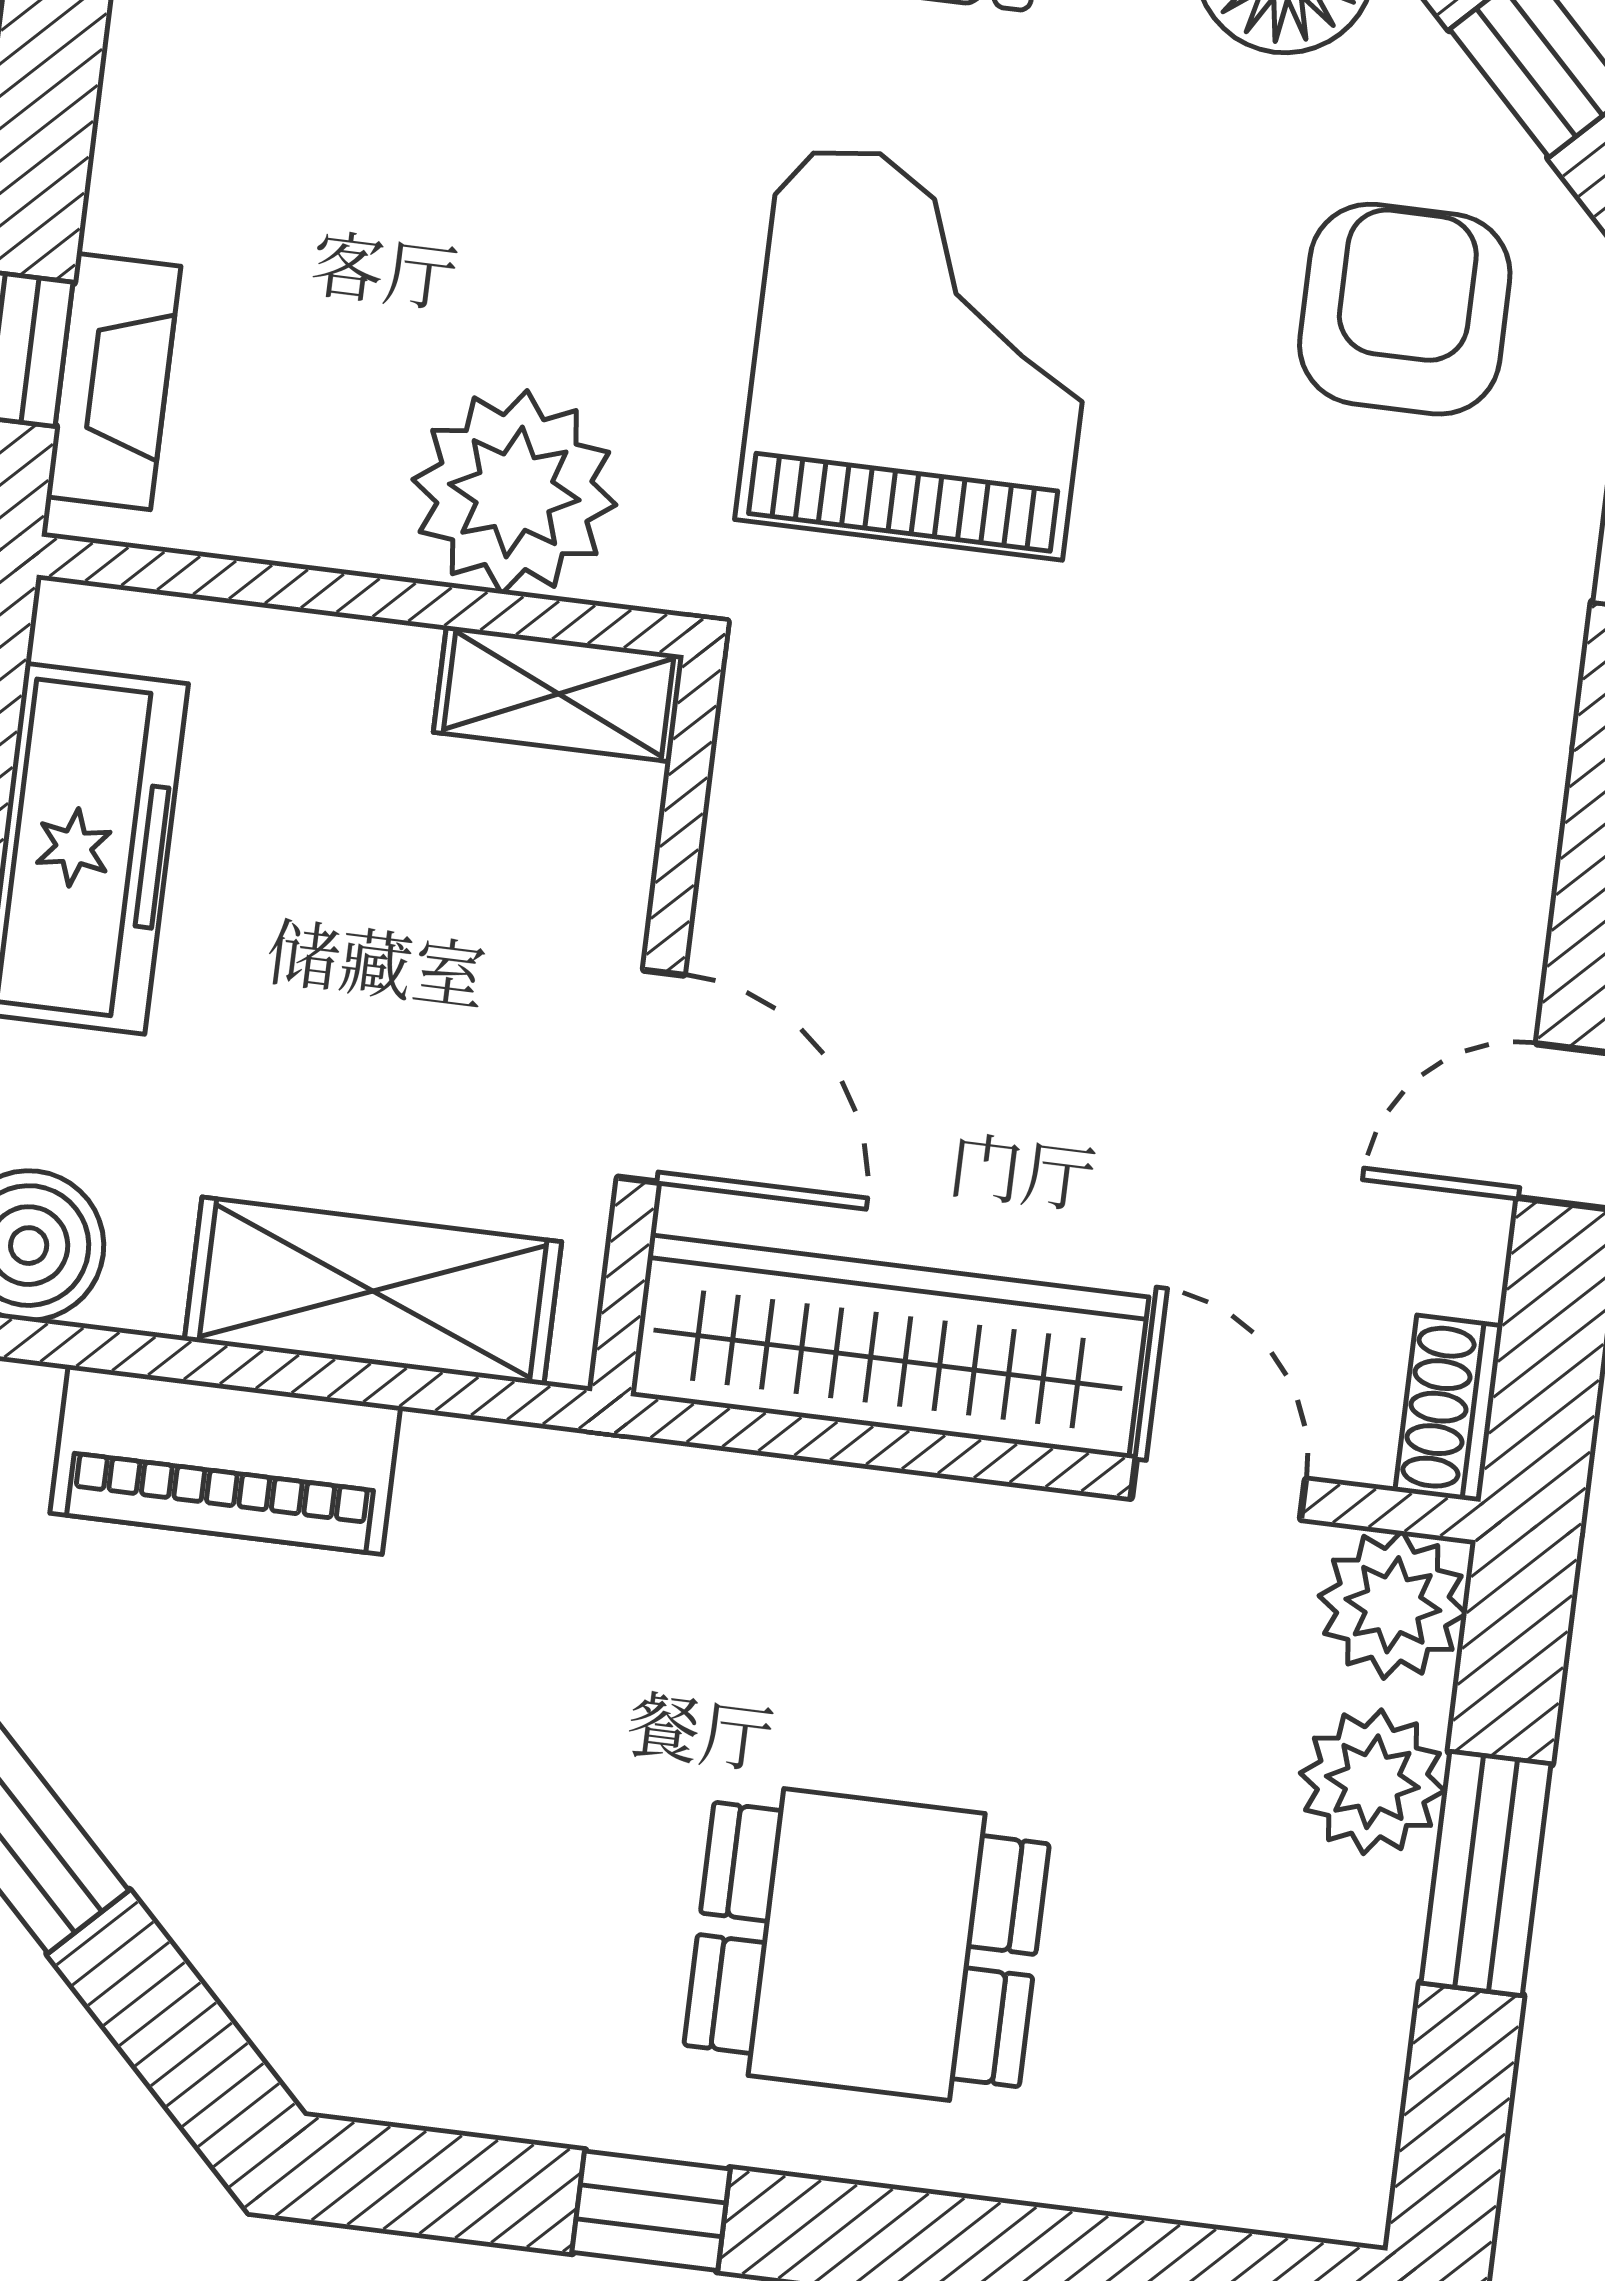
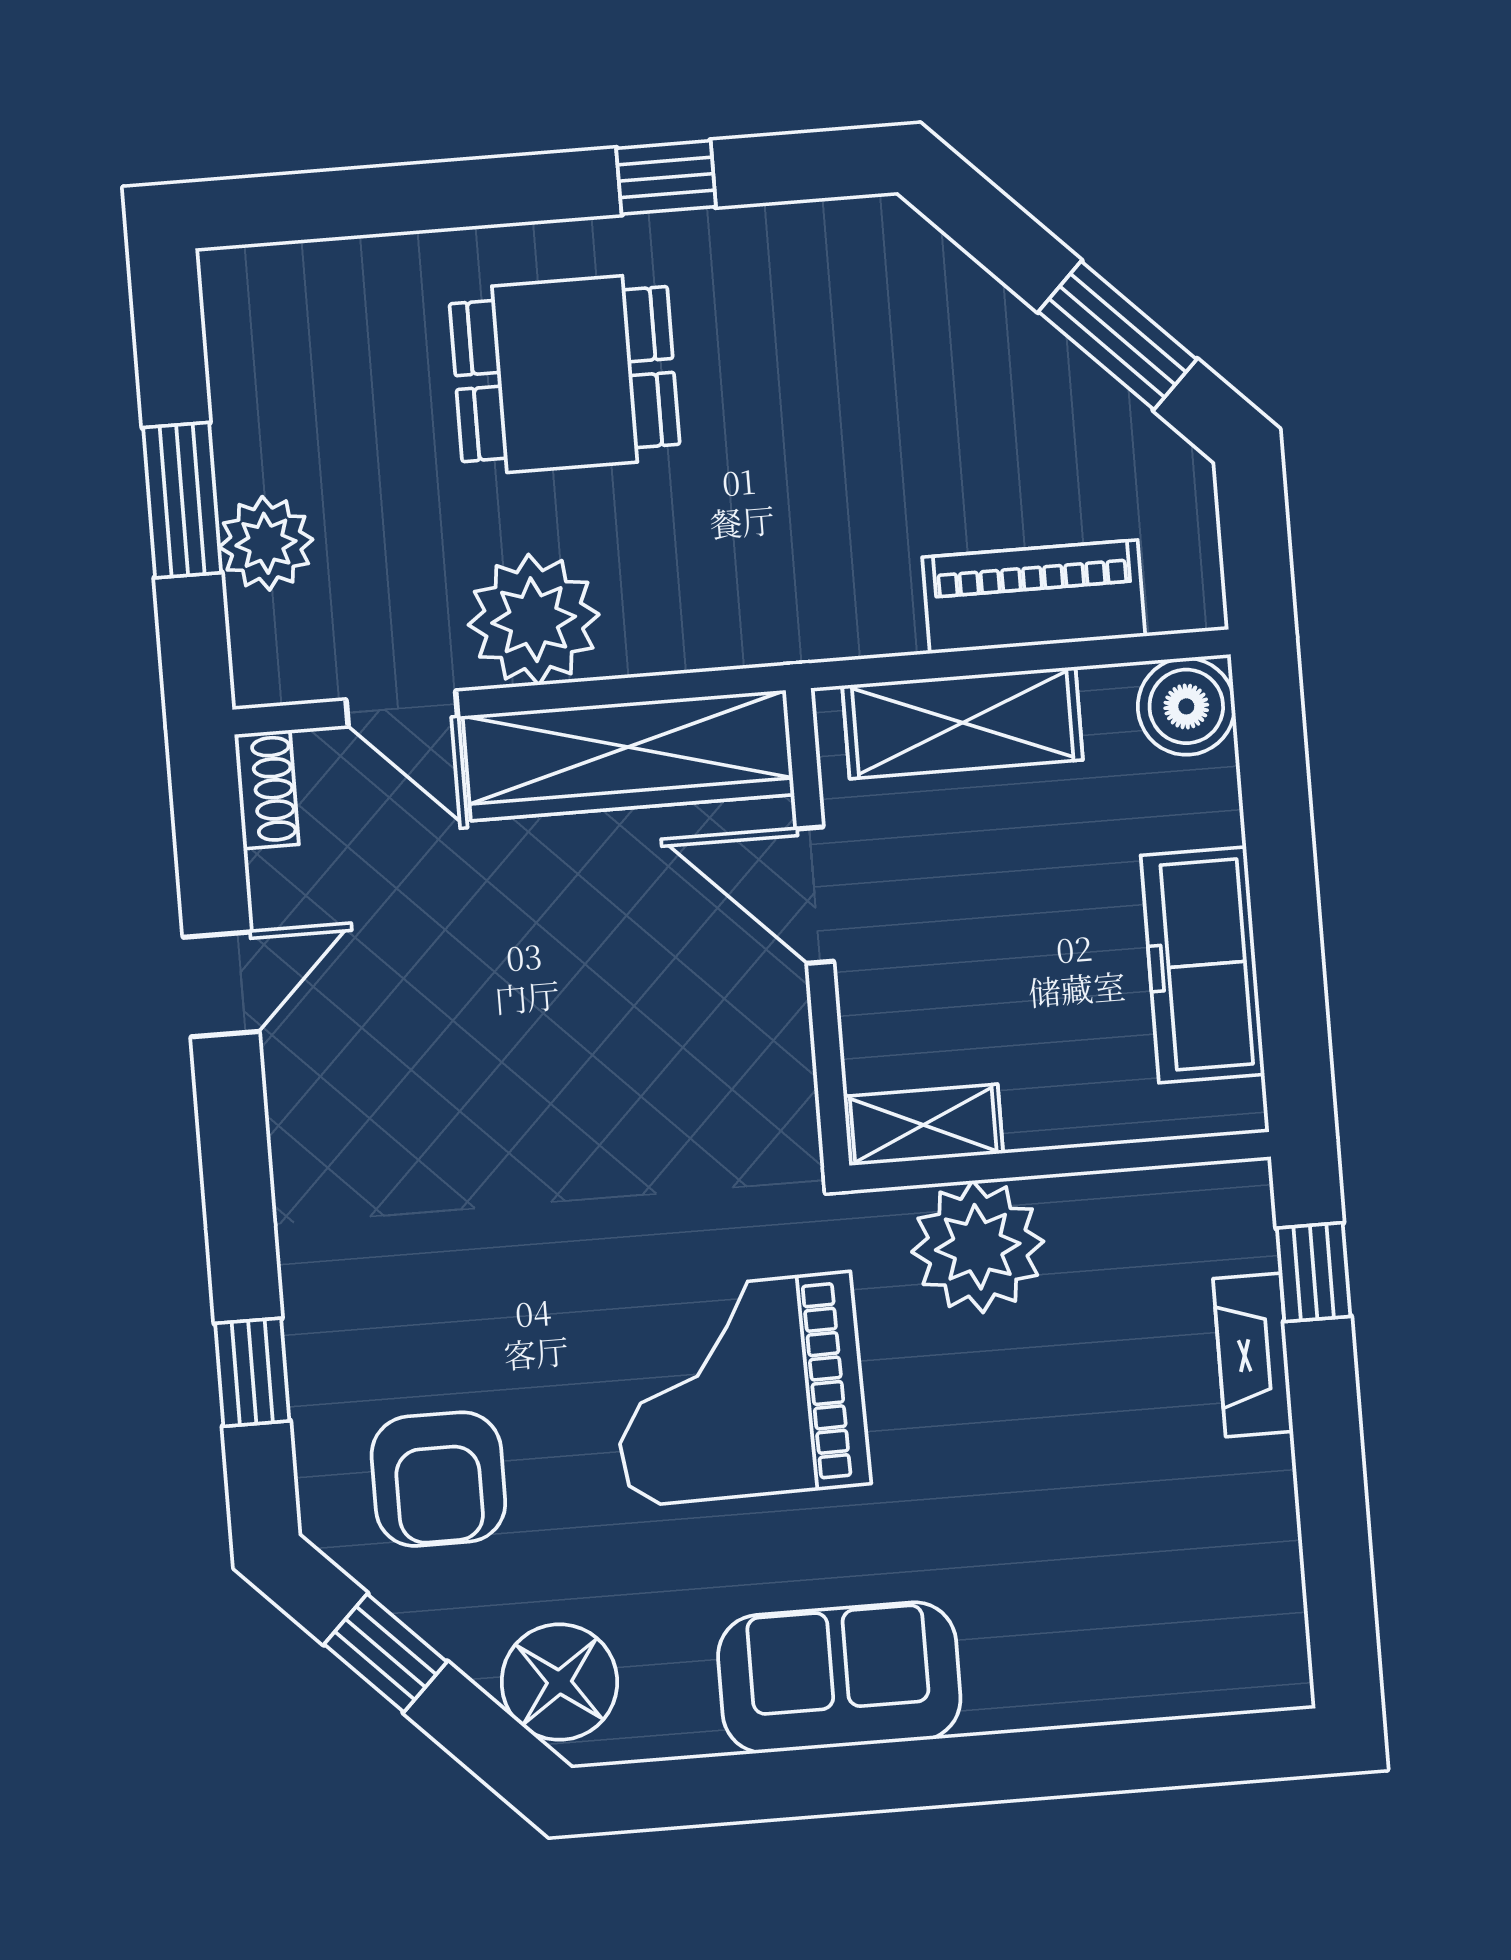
grand piano: (922, 351) -> (738, 1389), turned 89
fireplace: (114, 381) -> (1253, 1355), moved
plant: (1393, 1605) -> (534, 620), moved, width x1.36, depth x1.36

